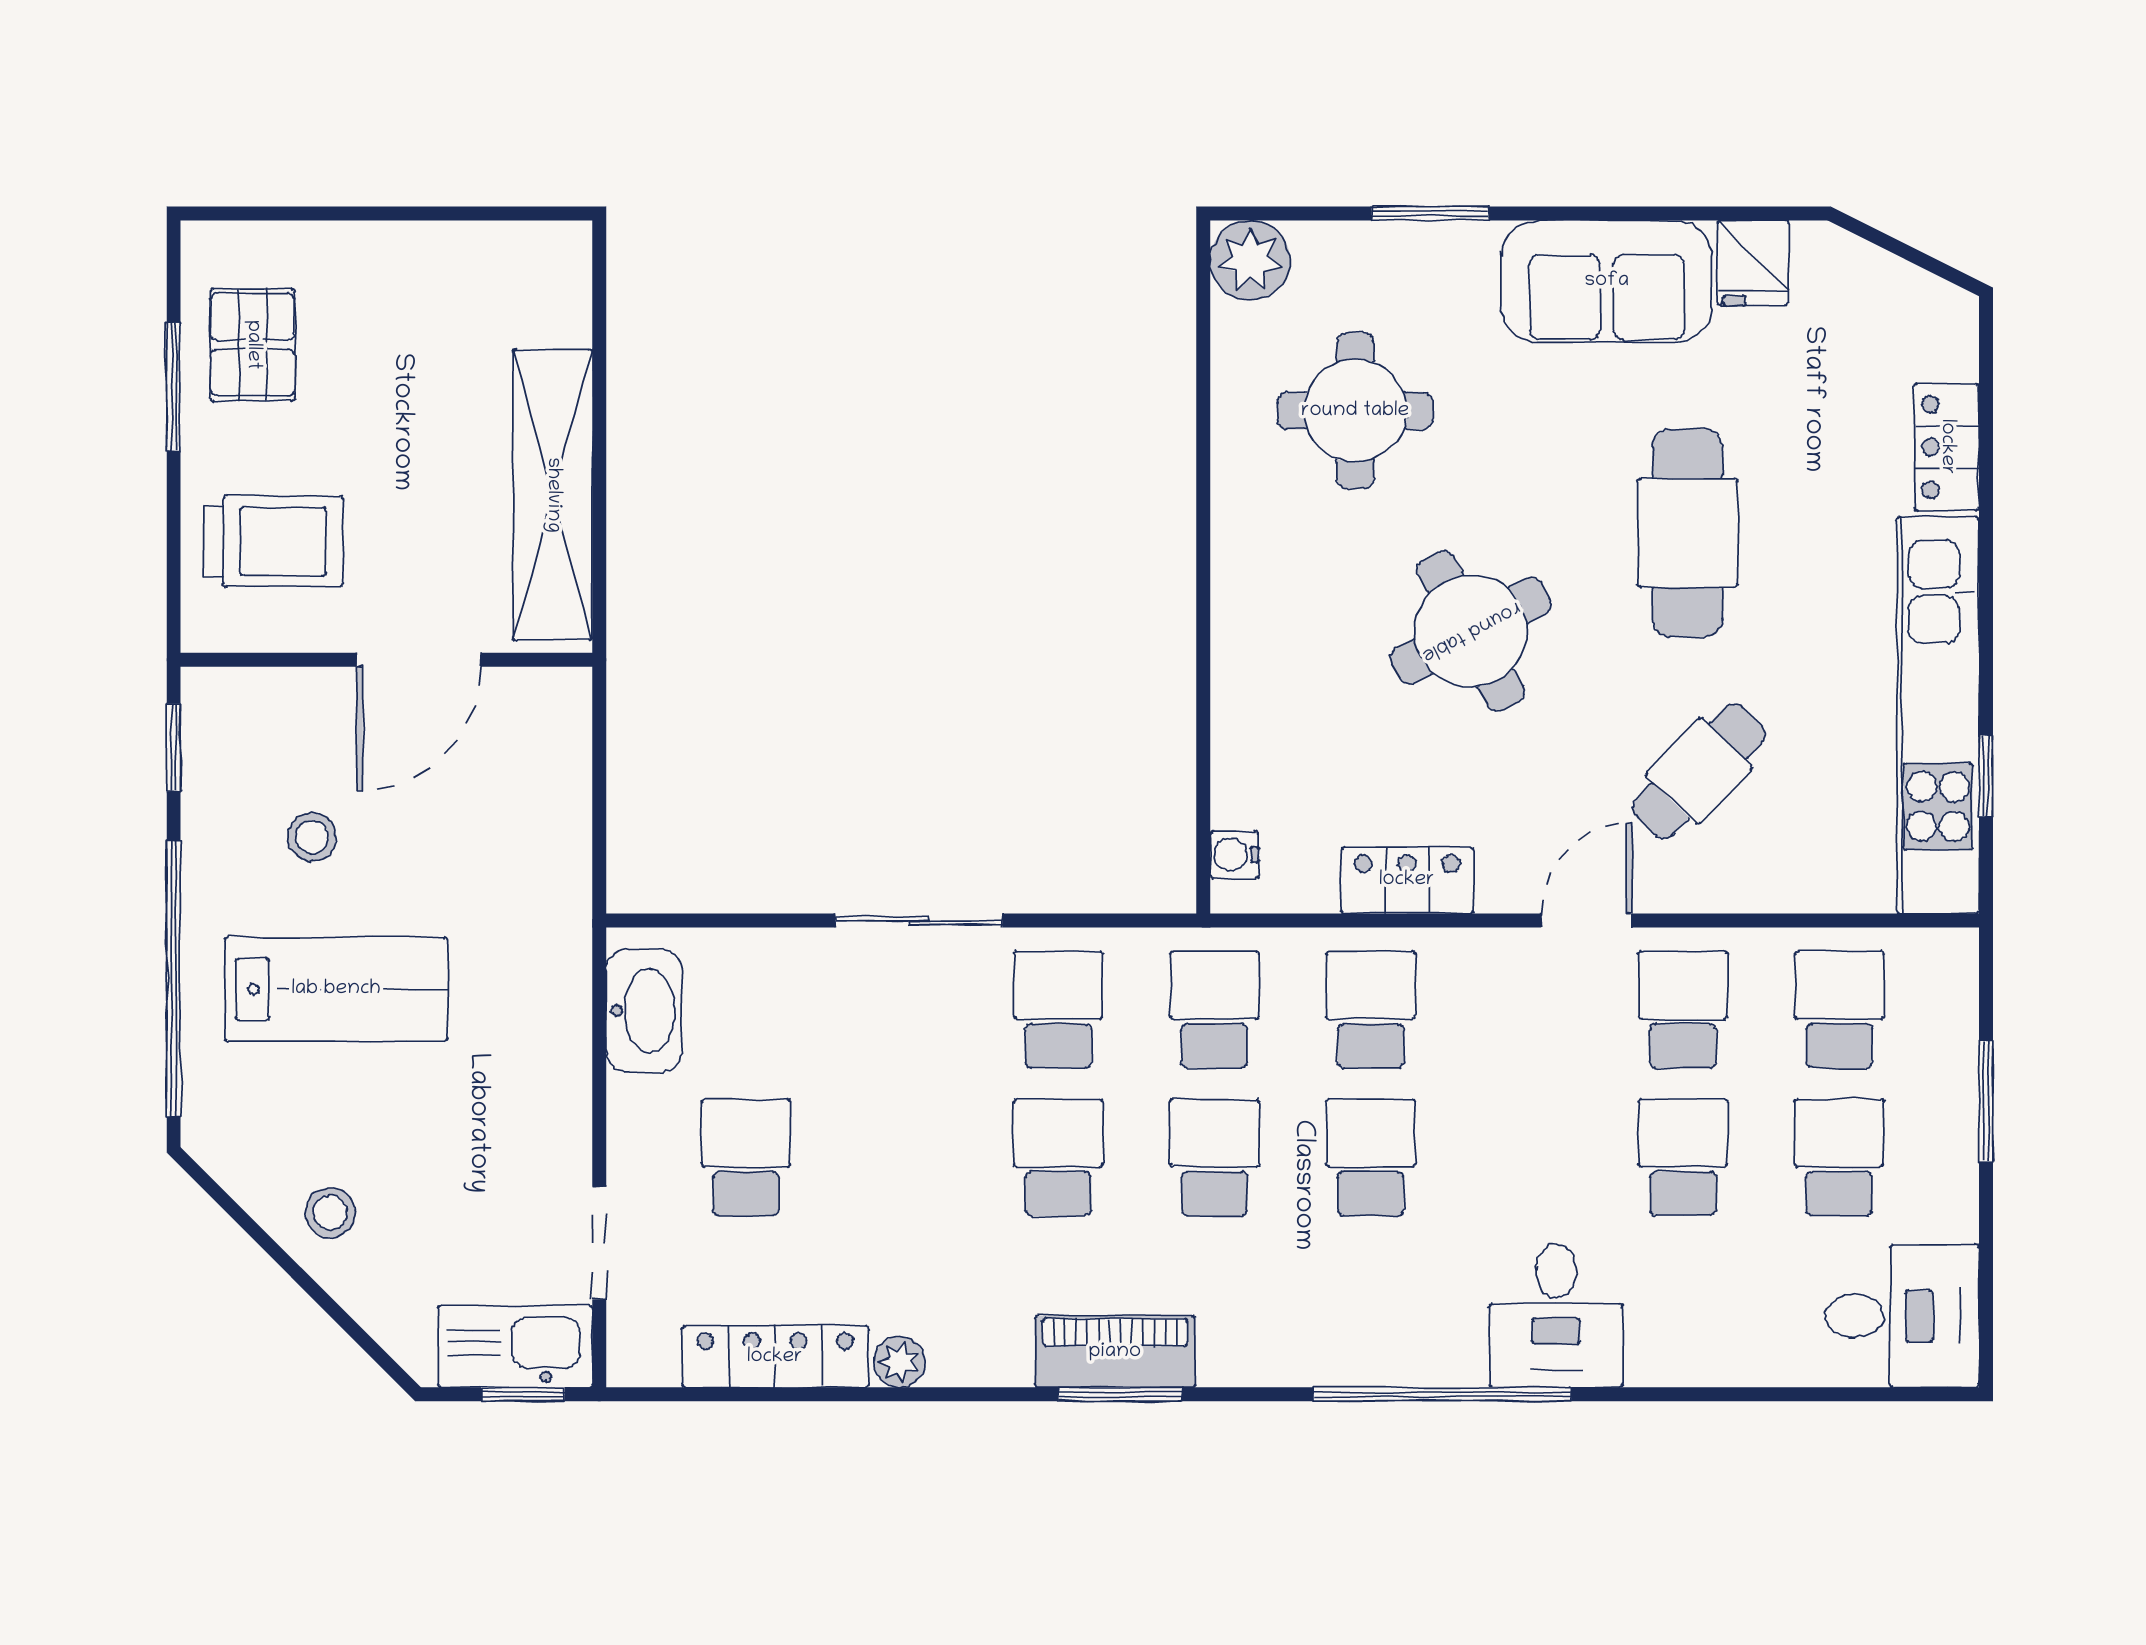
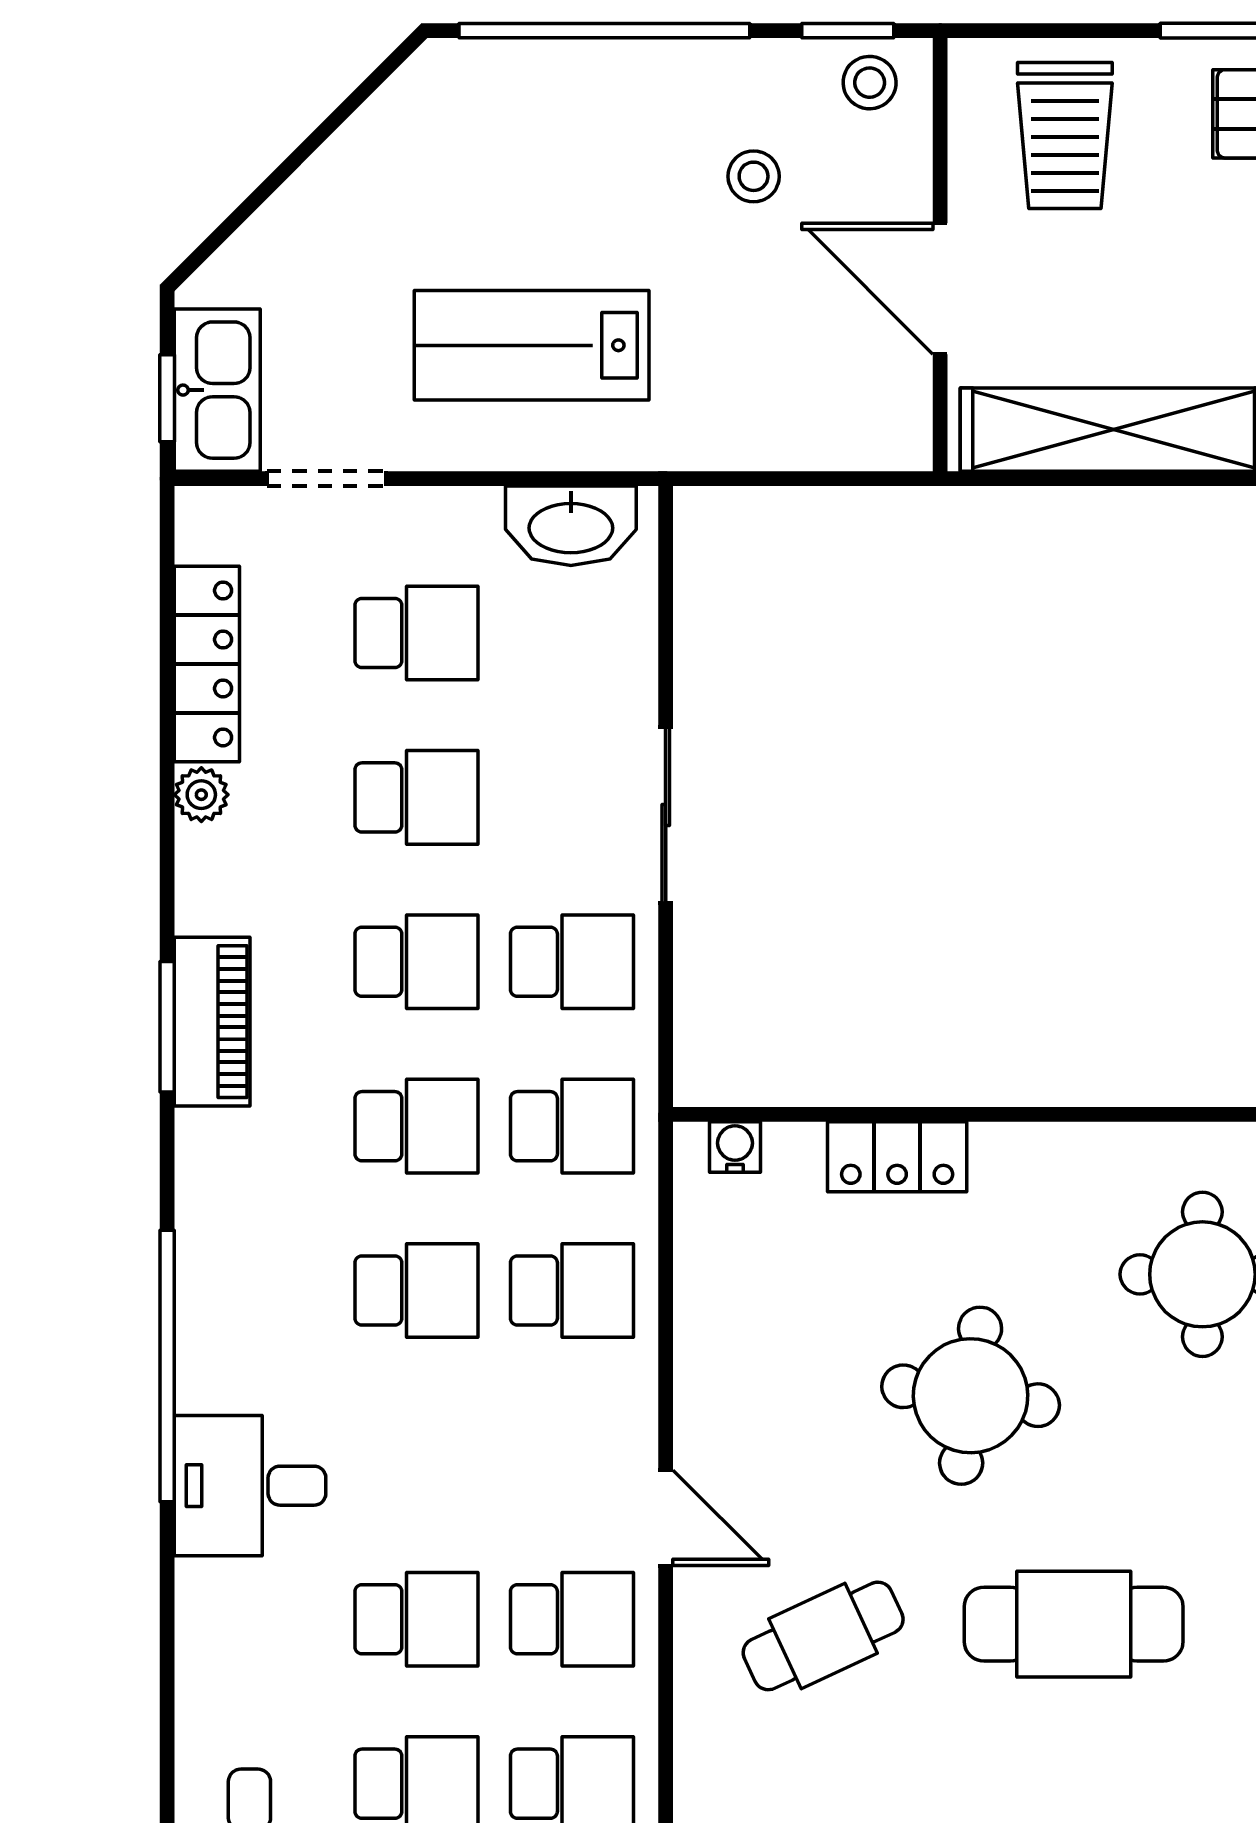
round table: (1471, 631) -> (971, 1396), turned 36
cafe table: (1699, 771) -> (823, 1636), turned -69
locker: (1407, 880) -> (897, 1157), moved, turned 90
lab bench: (336, 989) -> (532, 345), moved, turned 90
school desk: (902, 1157) -> (416, 797), added
stool: (330, 1213) -> (870, 83), moved

